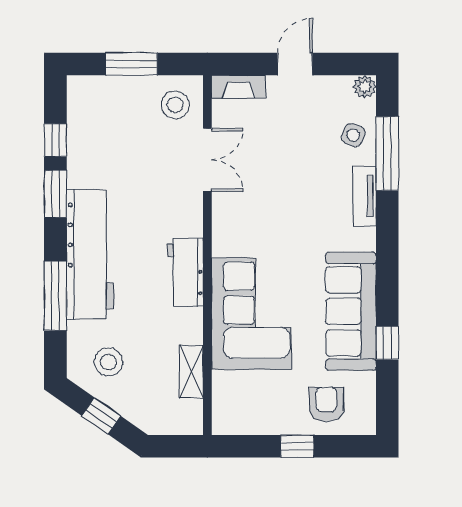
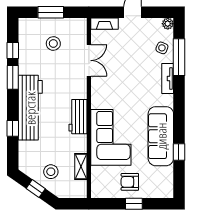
stool: (175, 105) -> (53, 43), moved
window: (55, 296) -> (13, 128), width x0.46
stool: (108, 362) -> (51, 172), moved
armchair: (326, 404) -> (130, 182), moved, turned -90

